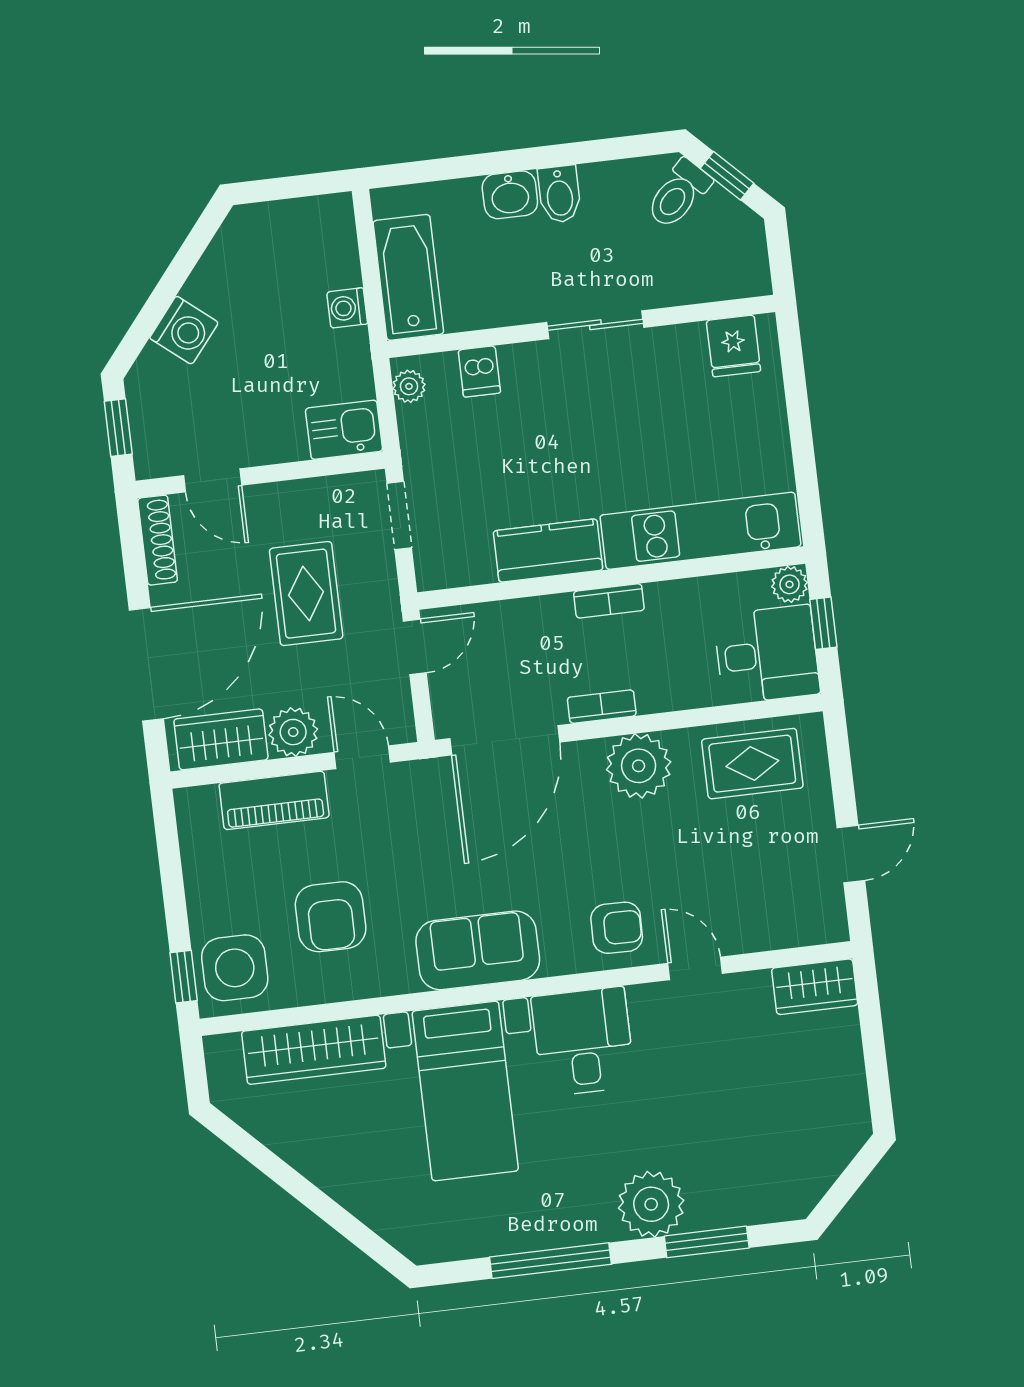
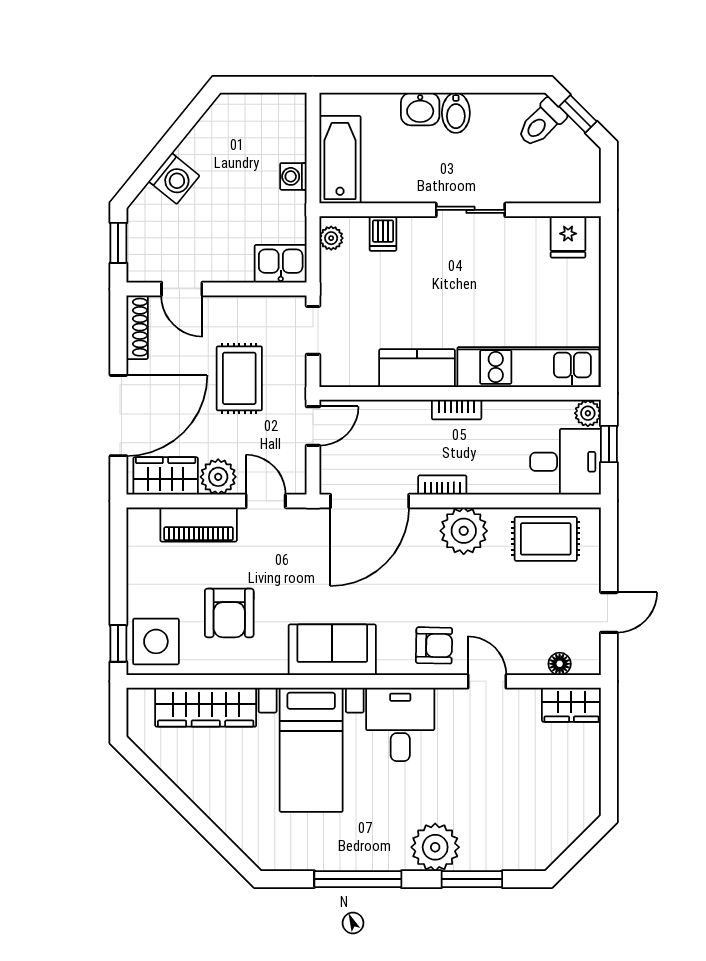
floor lamp: (792, 933) -> (560, 664), added

